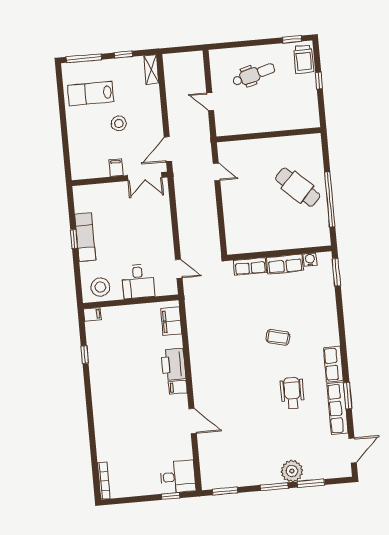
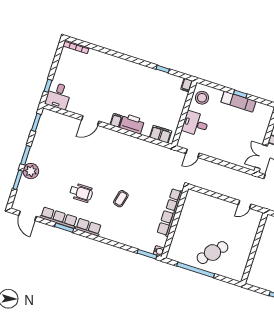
water cooler: (310, 260) -> (159, 251), moved

